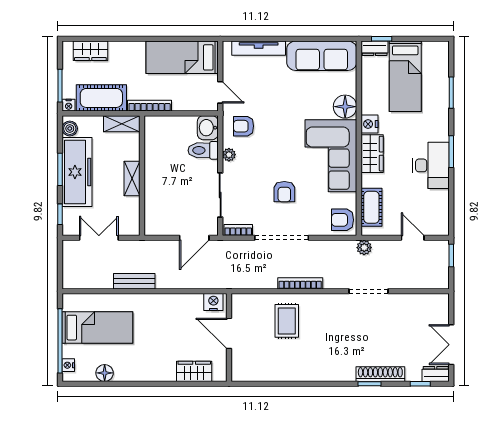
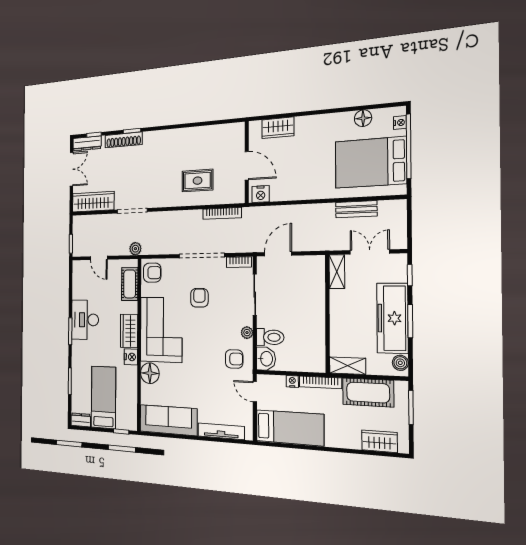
dresser: (375, 48) -> (81, 420), moved
nightstand: (69, 105) -> (292, 381), moved
shelving: (132, 179) -> (337, 272), moved
double door: (99, 238) -> (370, 252), swing flipped
bench: (134, 281) -> (356, 209), moved
bookcase: (300, 283) -> (222, 213), moved
wardrobe: (421, 304) -> (93, 202), added
rug: (287, 321) -> (198, 181), turned 90
bed: (97, 328) -> (370, 162), width x1.50
dresser: (436, 374) -> (87, 143), width x1.44

